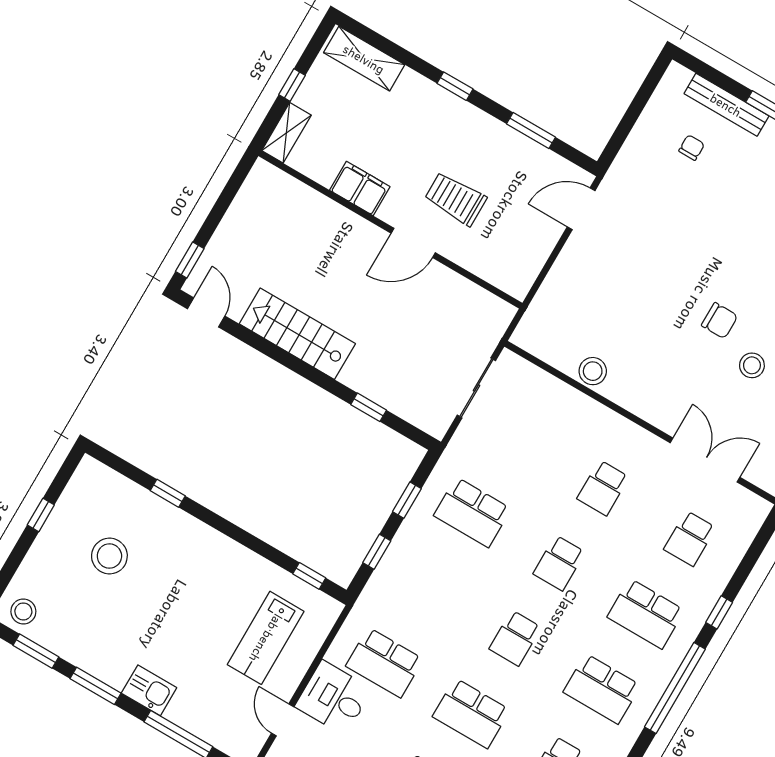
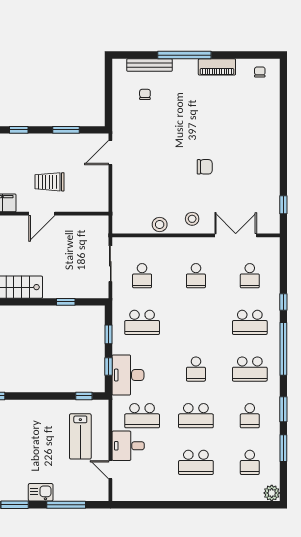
stool: (752, 365) -> (192, 219), moved
school desk: (559, 563) -> (142, 276), moved
desk: (400, 584) -> (128, 375), added

